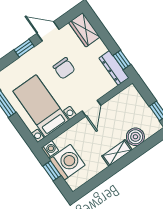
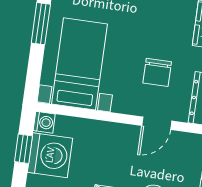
chair: (64, 68) -> (157, 72), moved
door: (92, 108) -> (157, 123), moved

